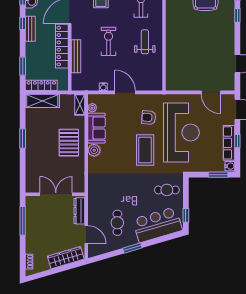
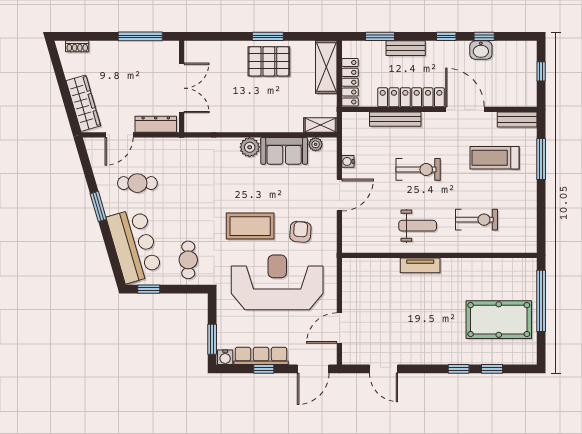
bench: (30, 29) -> (406, 48), moved
tv unit: (170, 40) -> (420, 265), added
locker: (41, 85) -> (350, 82), moved
reception desk: (181, 132) -> (277, 282), turned 180
pallet: (69, 143) -> (269, 61), moved

